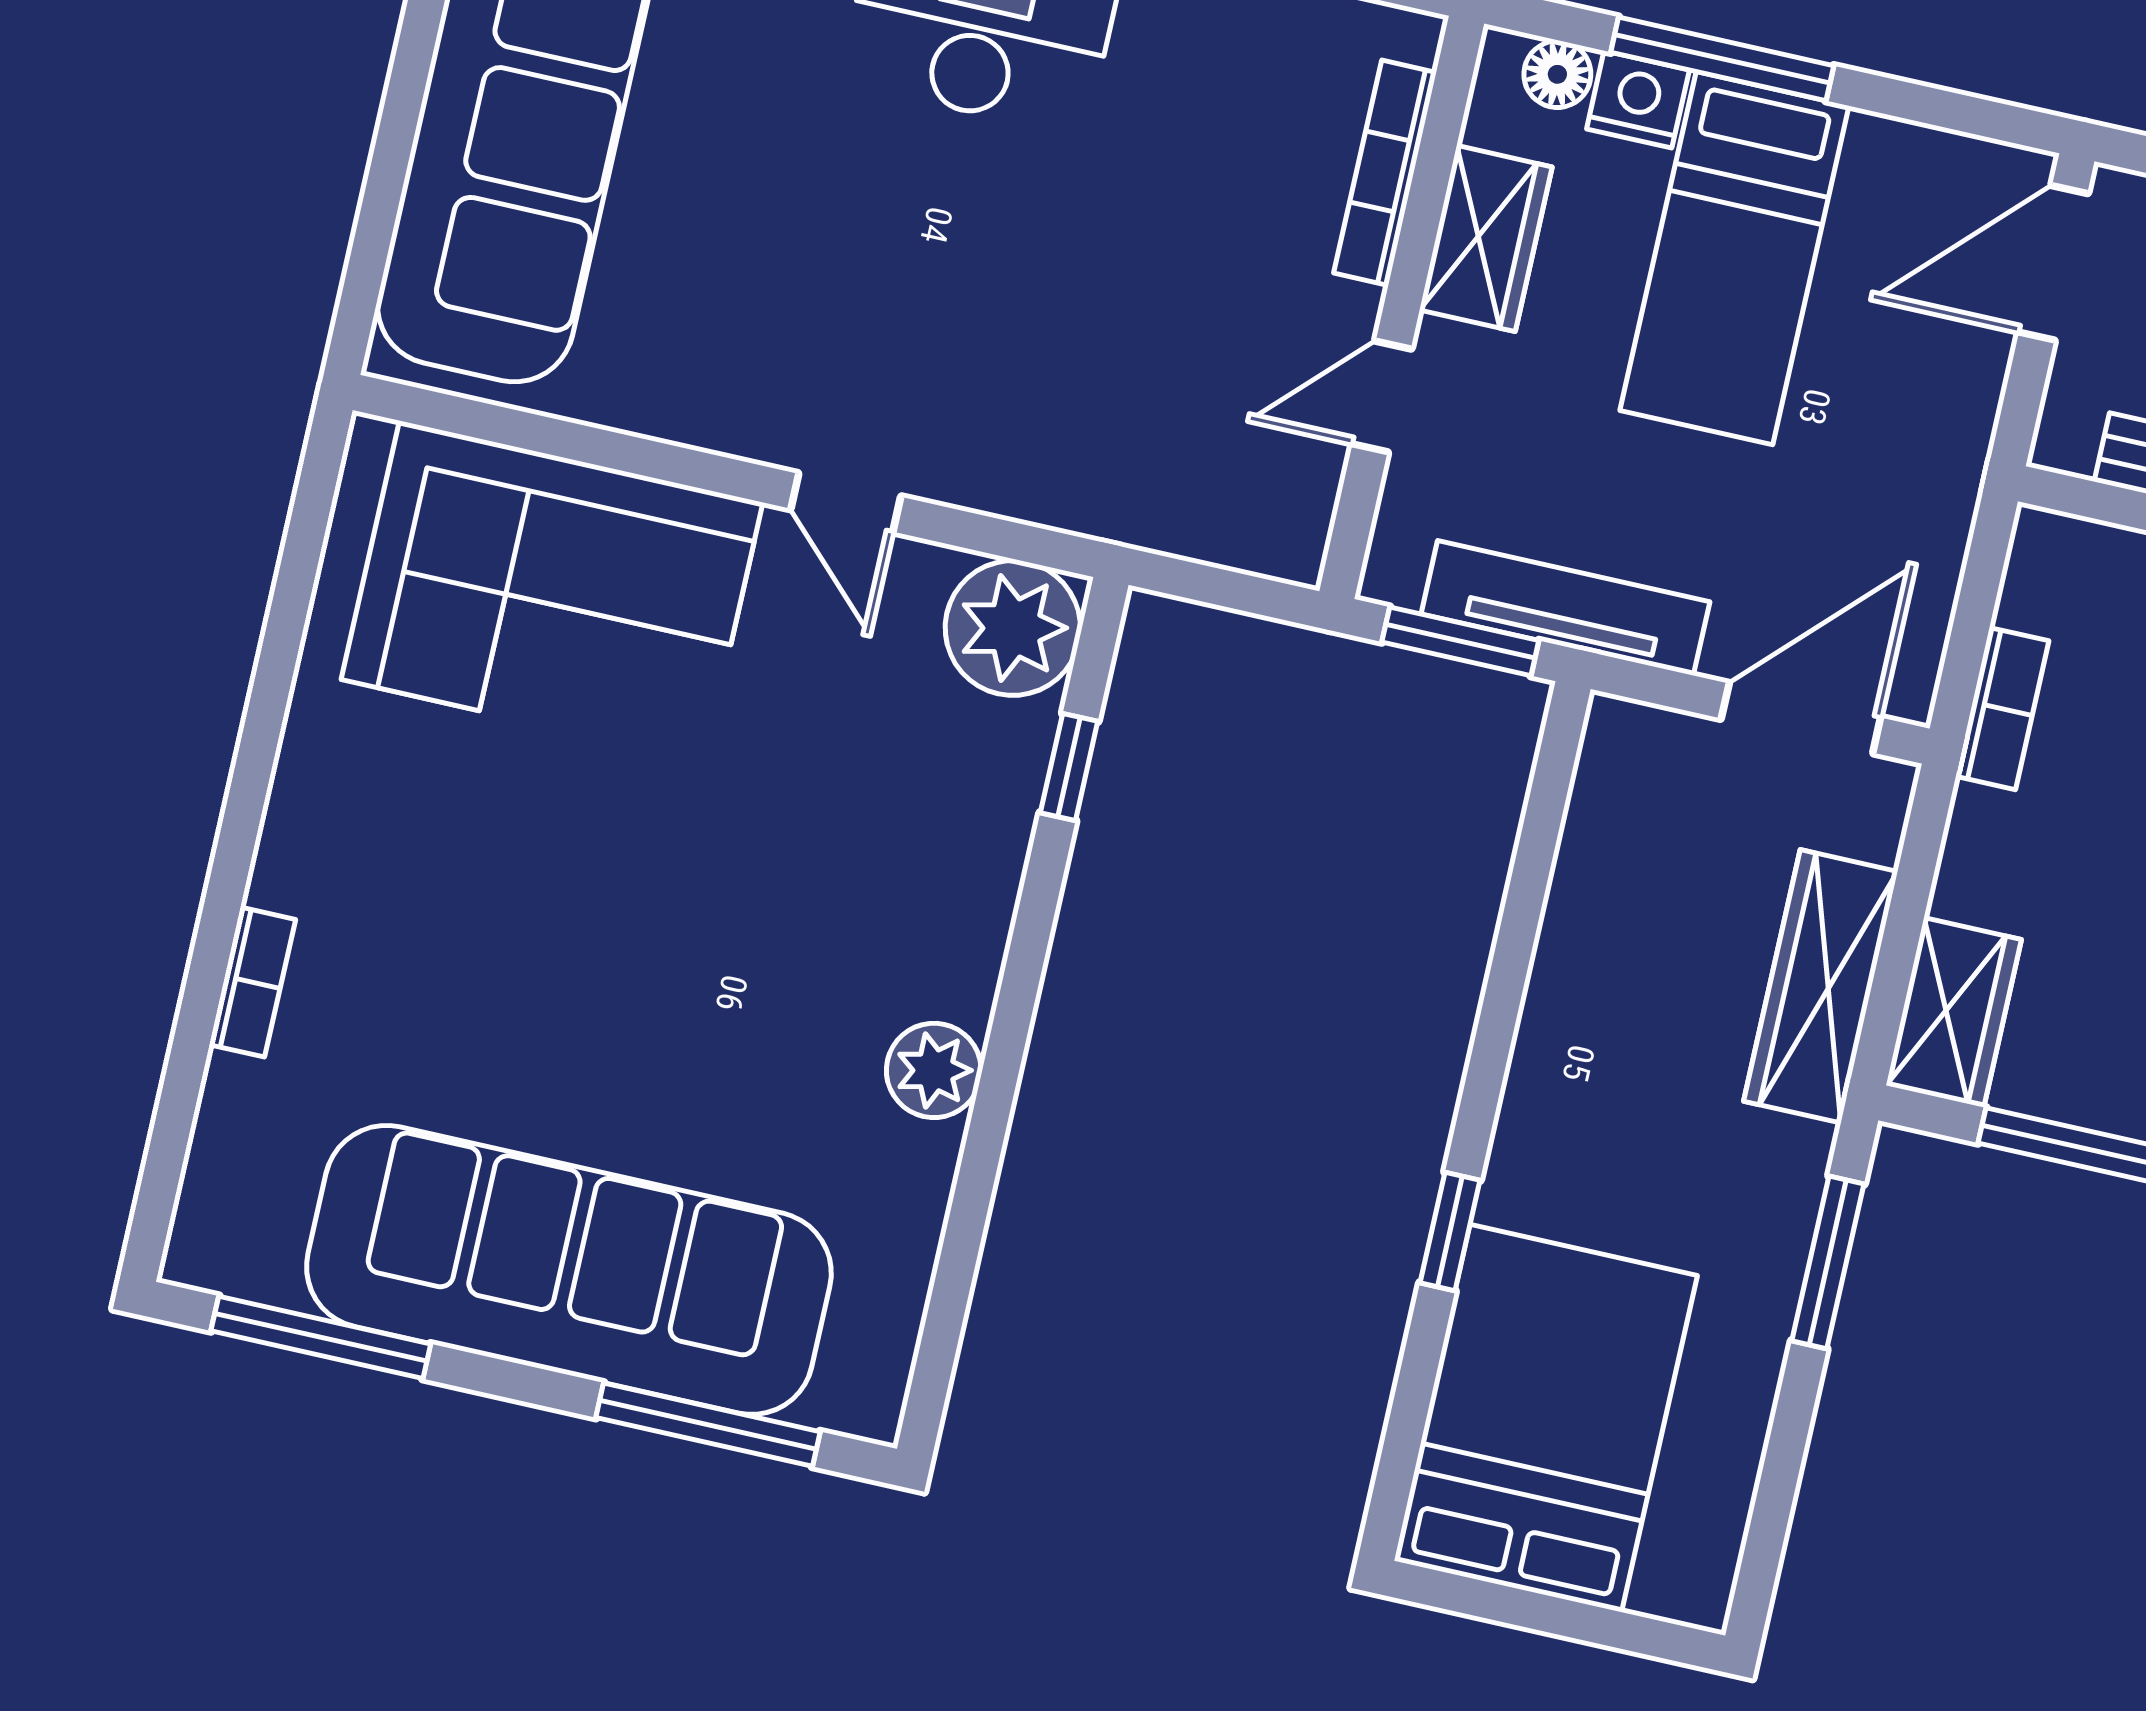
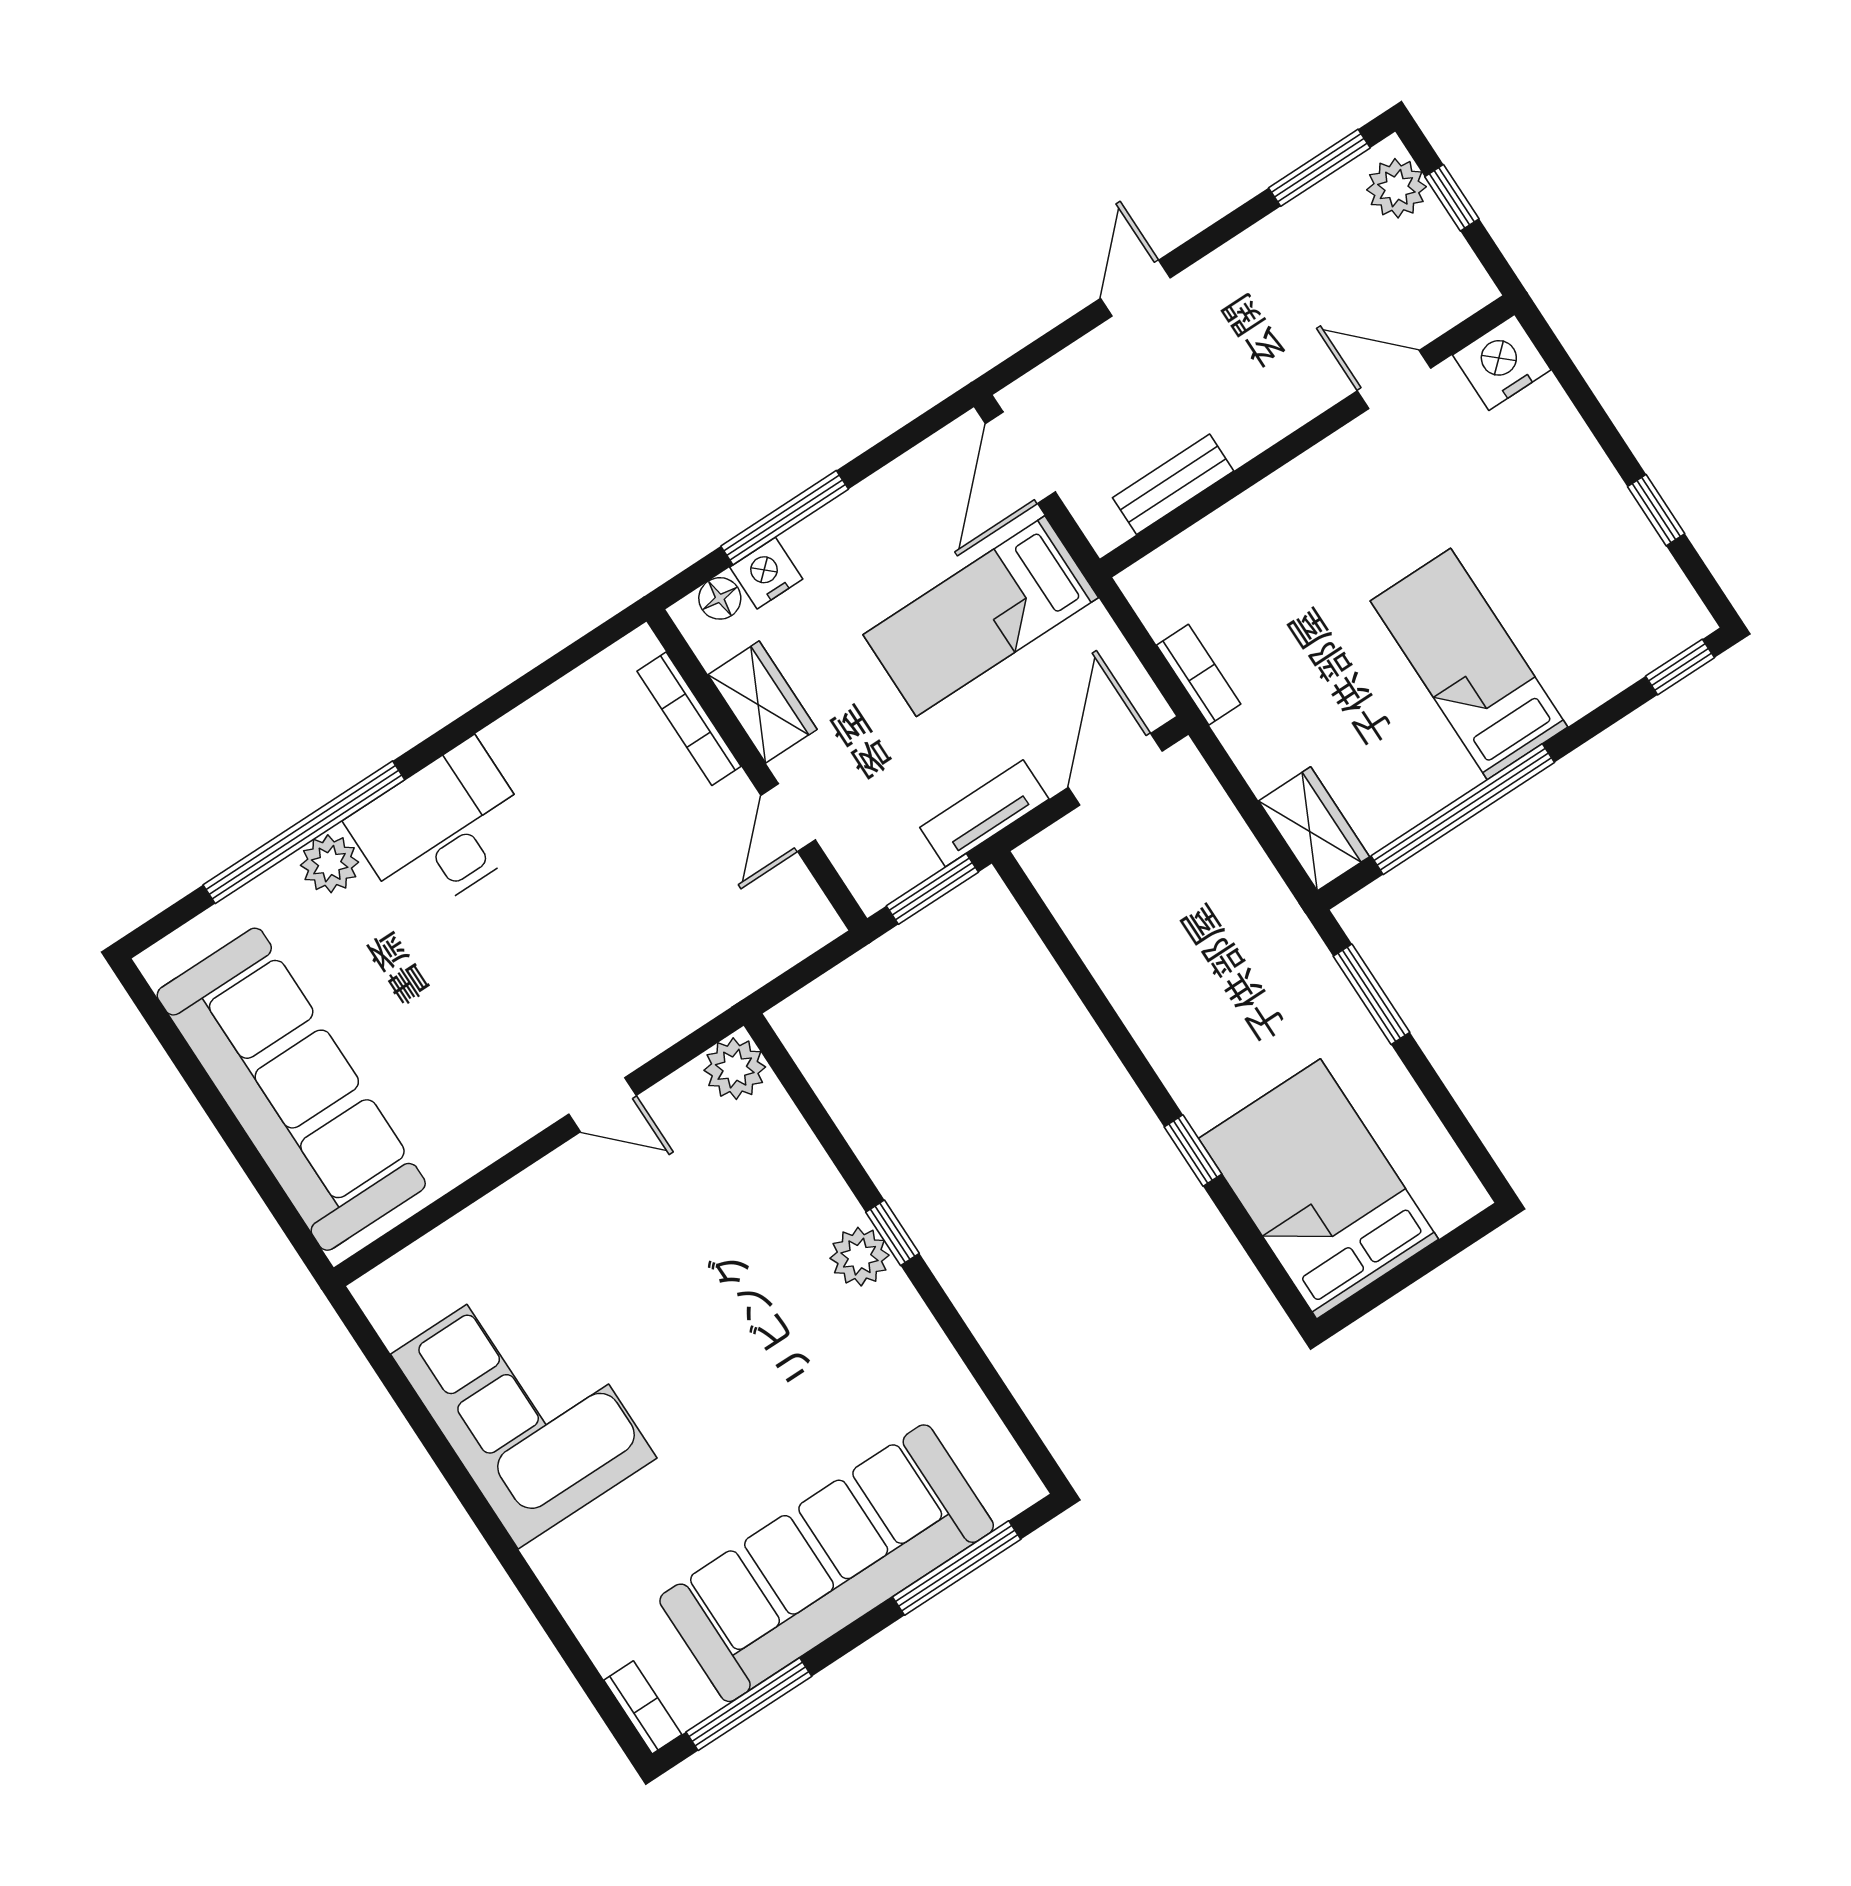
bed: (1734, 258) -> (981, 616), moved, turned 90
corner sofa: (552, 591) -> (524, 1406), moved, turned -90
tv unit: (1565, 608) -> (984, 813), width x0.71
plant: (1013, 628) -> (735, 1069), width x0.73, depth x0.73
window: (1069, 767) -> (893, 1233), moved
bookcase: (252, 982) -> (643, 1707), moved
wardrobe: (1821, 986) -> (1244, 877), removed
plant: (934, 1070) -> (859, 1257), moved

